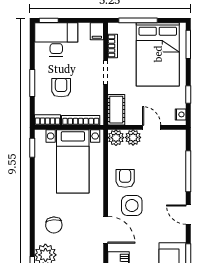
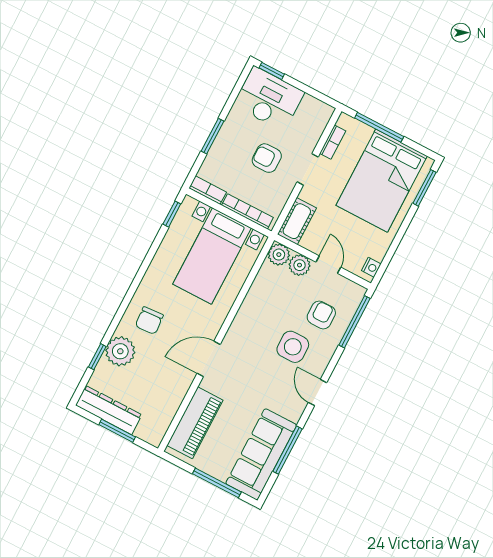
filing cabinet: (97, 31) -> (323, 114), removed
armchair: (61, 88) -> (267, 158), moved, turned -90
window: (188, 94) -> (393, 248), removed
window: (188, 171) -> (355, 322), moved
armchair: (125, 178) -> (321, 315), moved
side table: (132, 206) -> (293, 347), moved
door: (106, 230) -> (209, 359), swing flipped

